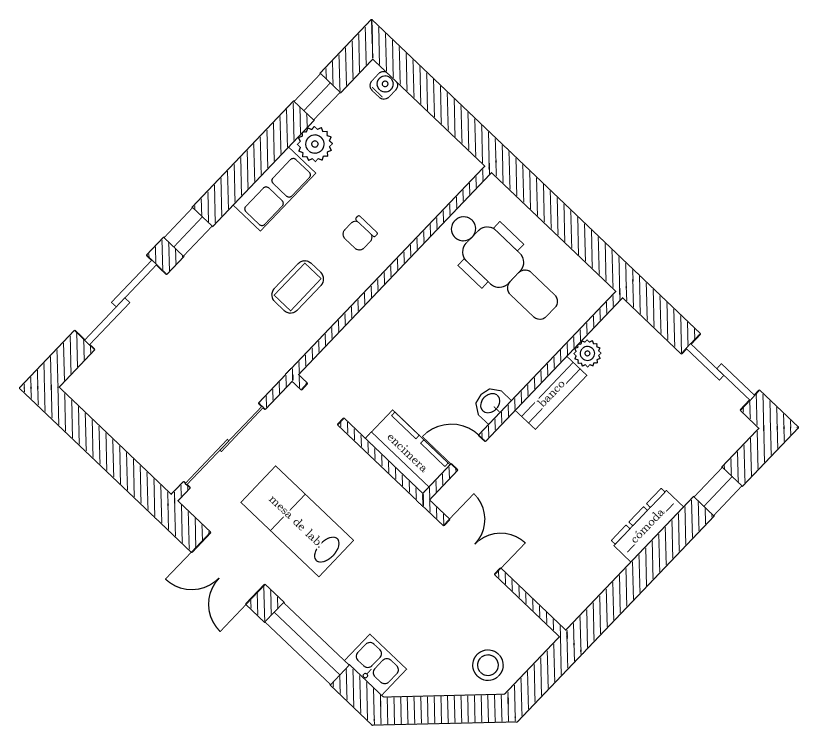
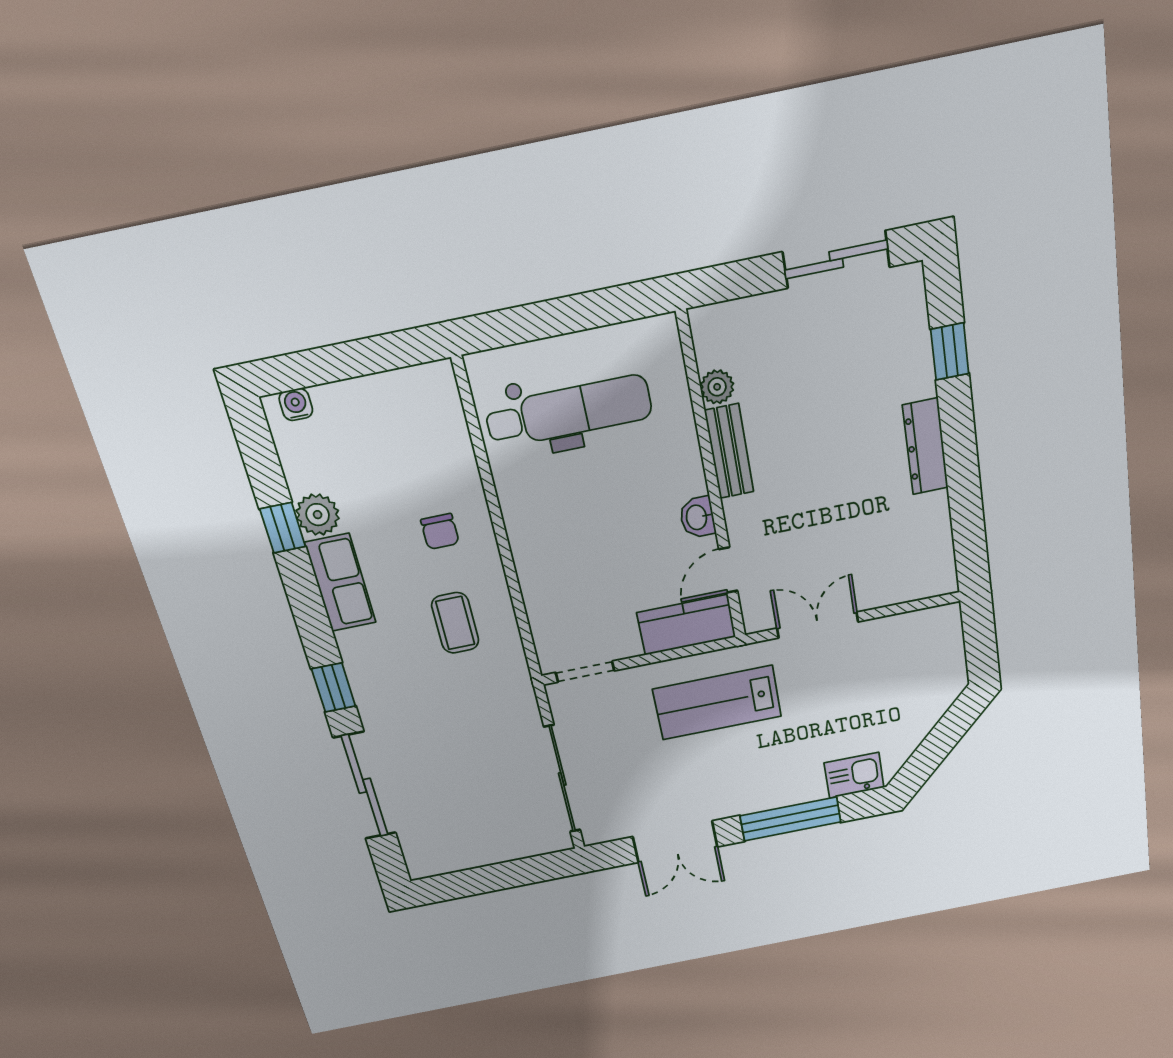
window: (317, 97) -> (283, 528), moved
lab bench: (297, 521) -> (717, 703), moved
stool: (488, 665) -> (932, 681), removed

